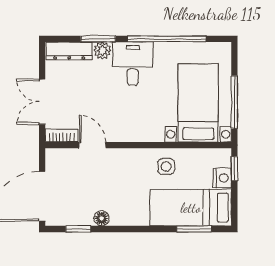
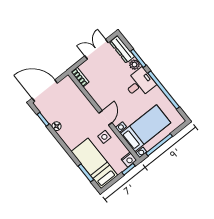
double door: (42, 102) -> (97, 49), moved
door: (93, 145) -> (105, 118), moved
nightstand: (222, 178) -> (129, 160), moved

